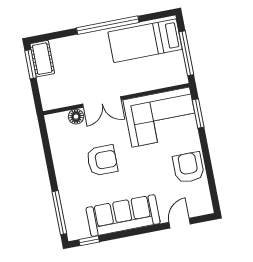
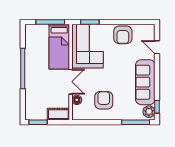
bed: (145, 41) -> (59, 47), moved
cot: (42, 59) -> (58, 114), moved
armchair: (102, 160) -> (104, 100), moved
armchair: (188, 167) -> (123, 35), turned -90
plant: (79, 230) -> (149, 112), added

